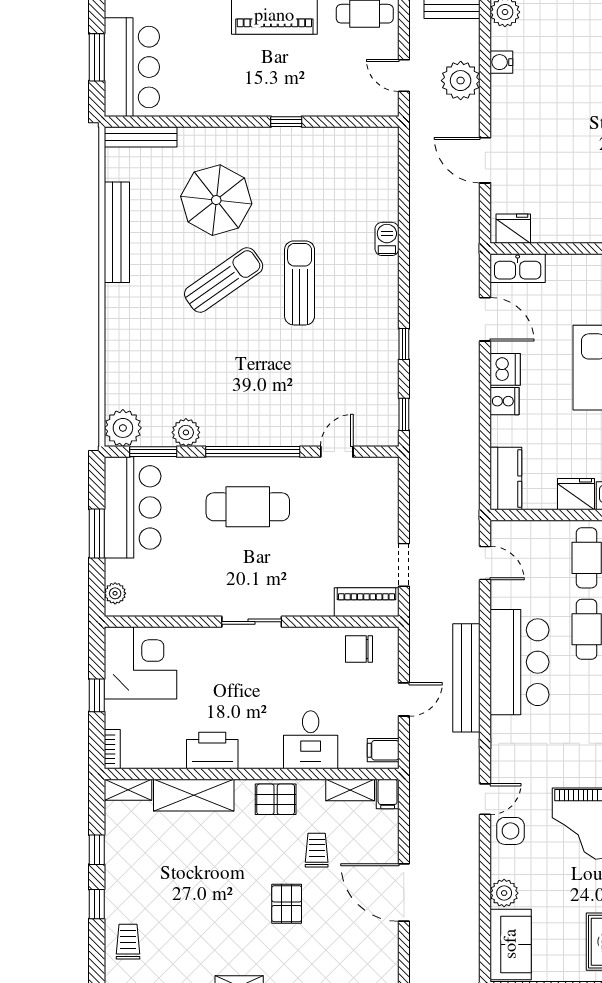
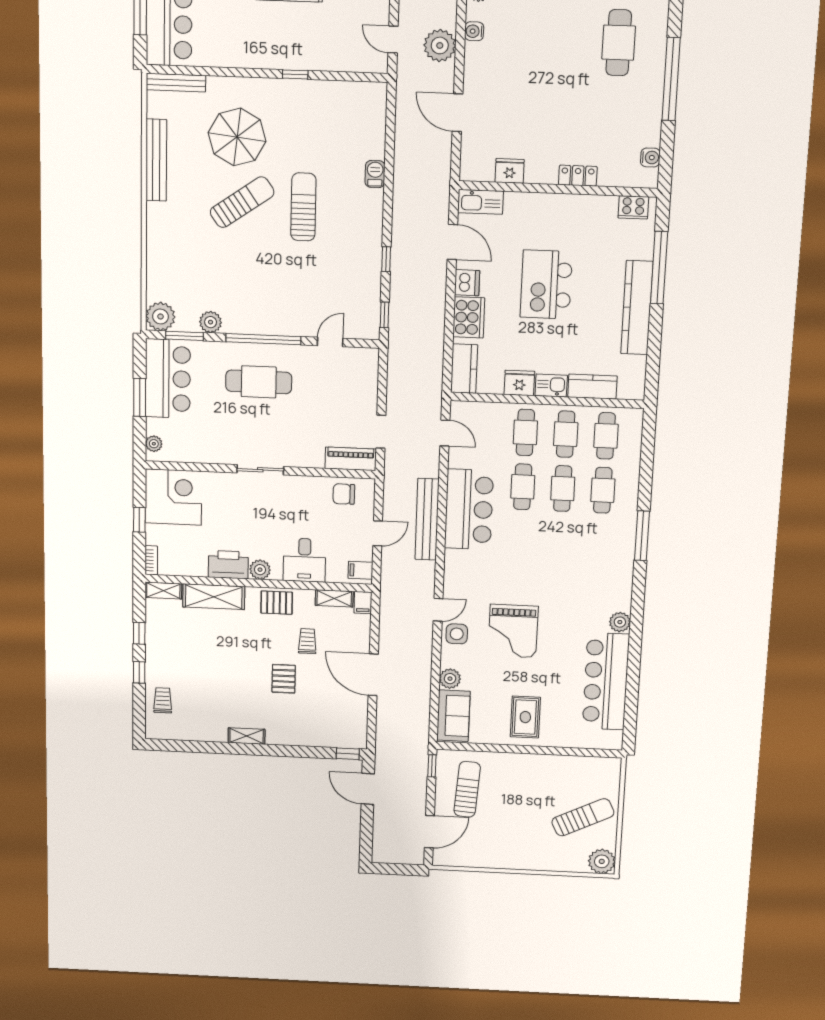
fridge: (513, 229) -> (510, 171), moved
cooker: (505, 401) -> (469, 317), width x1.87, depth x1.31
plant: (253, 755) -> (260, 570), added

